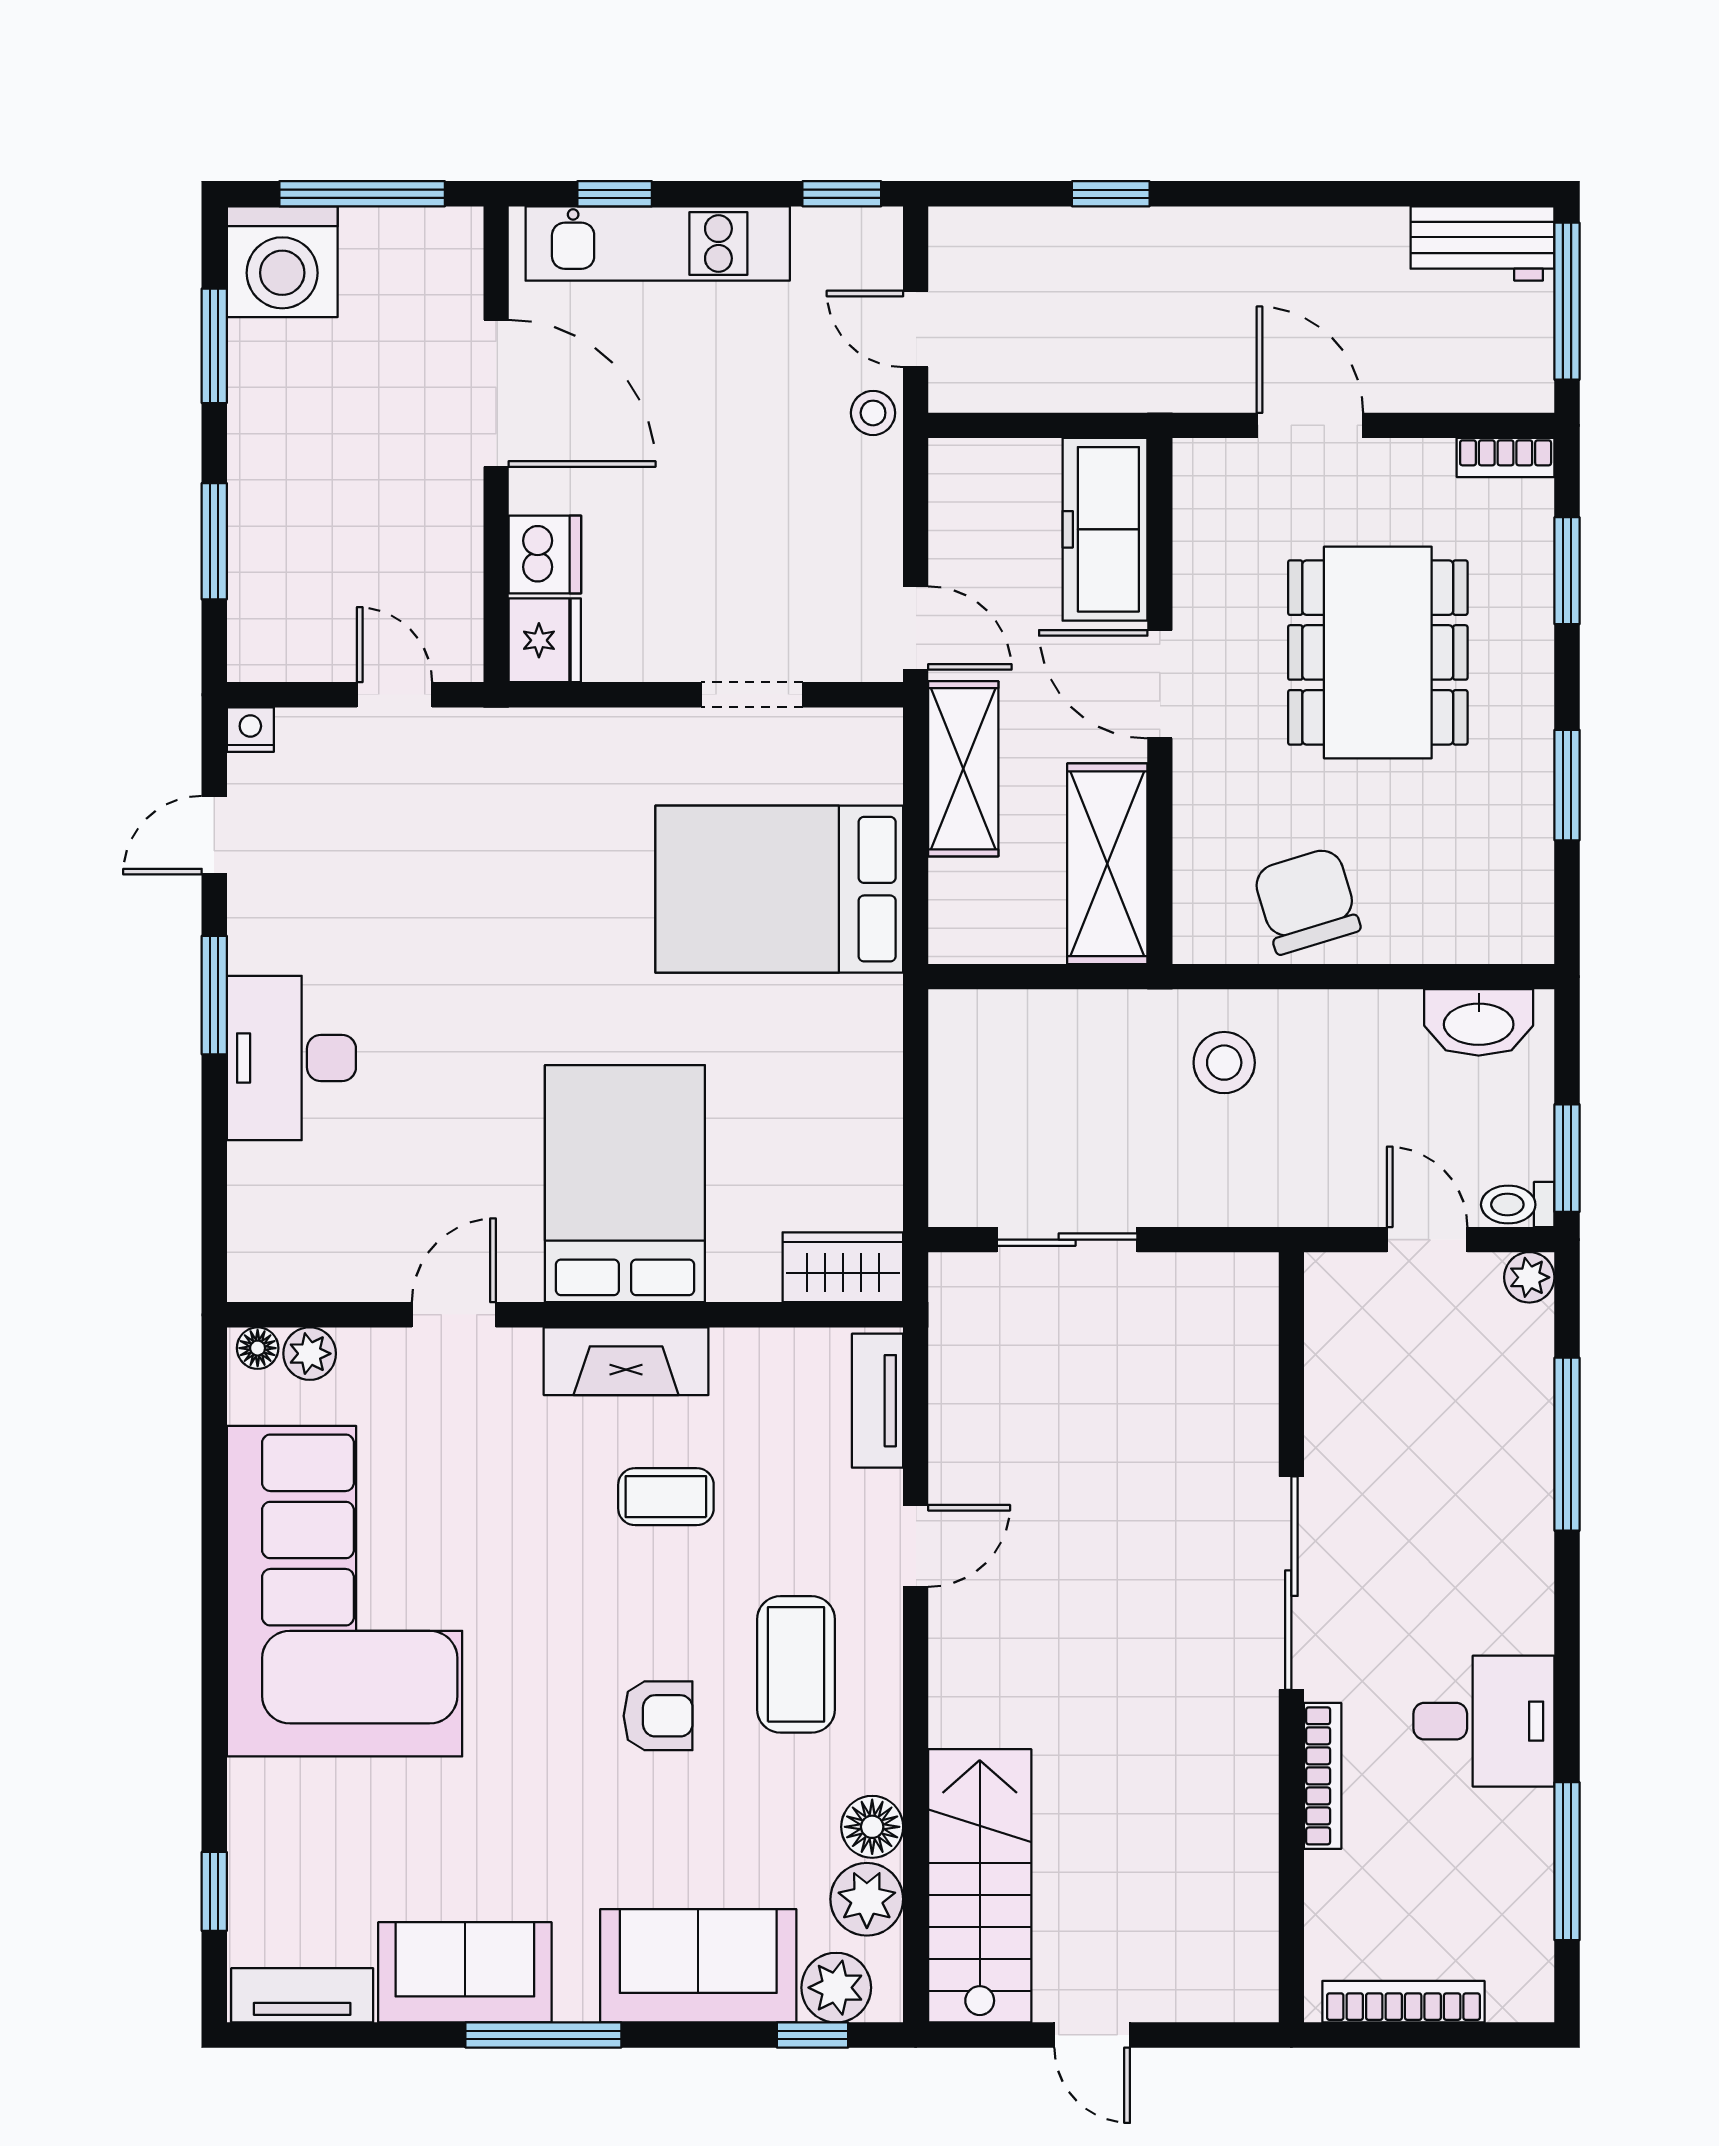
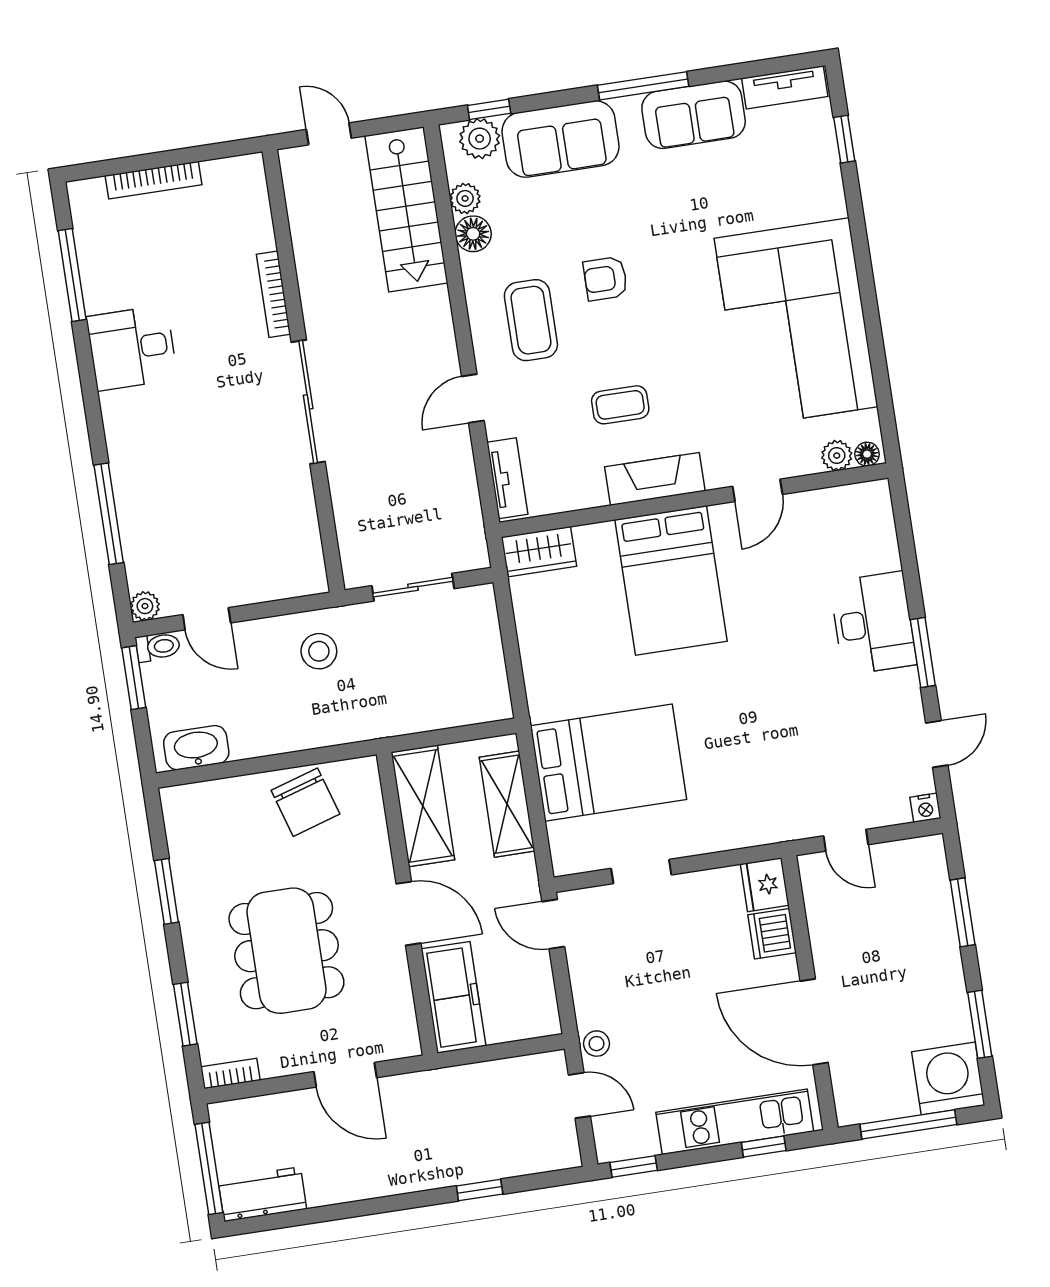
shelving: (963, 769) -> (507, 804), moved
stool: (1224, 1063) -> (319, 651), moved
sliding door: (1291, 1583) -> (308, 402), moved
wall: (1291, 1637) -> (303, 371), moved
bookcase: (1323, 1776) -> (273, 294), moved
plant: (867, 1899) -> (465, 198), width x0.73, depth x0.73

